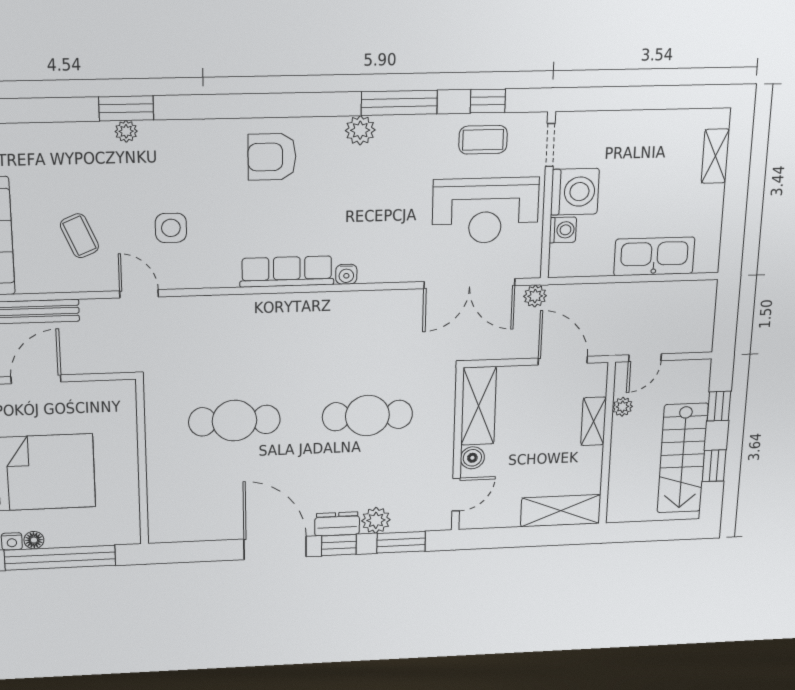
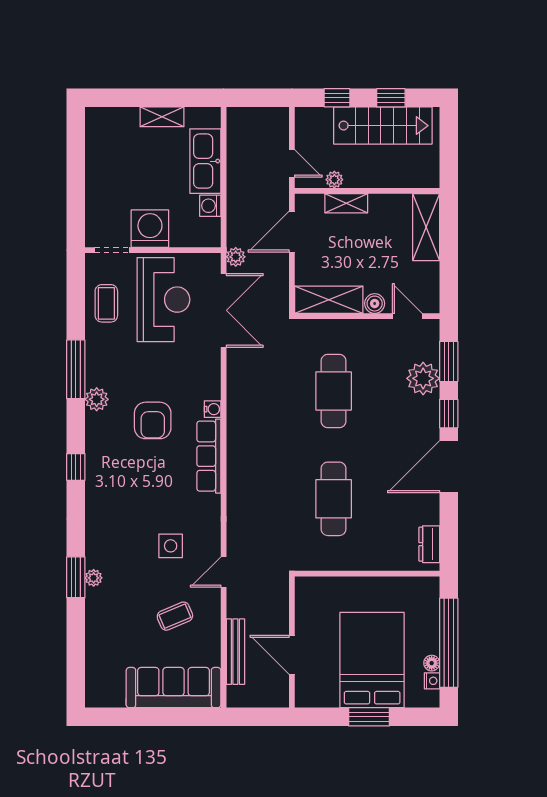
window: (488, 101) -> (76, 467), moved
shelving: (715, 156) -> (162, 117), moved
armchair: (272, 157) -> (153, 420), moved
washing machine: (563, 230) -> (210, 206), moved, turned -90
plant: (376, 520) -> (423, 378), width x1.36, depth x1.36
dresser: (337, 524) -> (429, 544), moved

